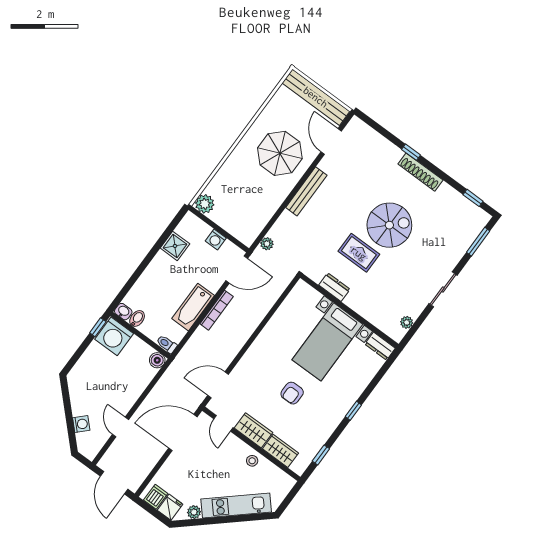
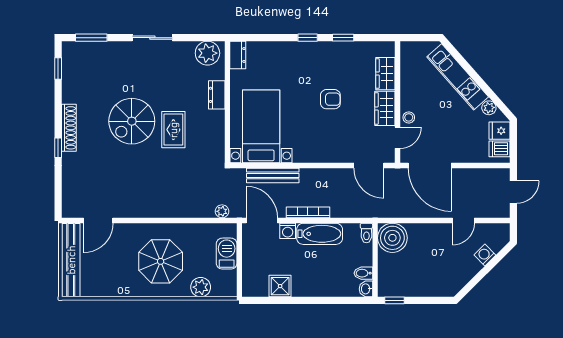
parasol: (280, 153) -> (161, 261), moved
bench: (306, 191) -> (273, 175), moved
plant: (205, 204) -> (201, 287), moved
barbecue: (231, 223) -> (227, 254), added
spiral stairs: (389, 225) -> (132, 121), turned -90
washing machine: (216, 239) -> (288, 231), moved, turned 90
dresser: (334, 287) -> (217, 95), moved
plant: (407, 322) -> (207, 53), width x1.88, depth x1.88
washing machine: (114, 336) -> (392, 281), removed
bed with nightstands: (327, 342) -> (261, 126), moved, turned -90
boiler: (157, 360) -> (392, 238), width x1.86, depth x1.86
window: (321, 455) -> (343, 38), moved
stool: (252, 461) -> (409, 117), moved
door: (114, 483) -> (513, 192), width x0.73

